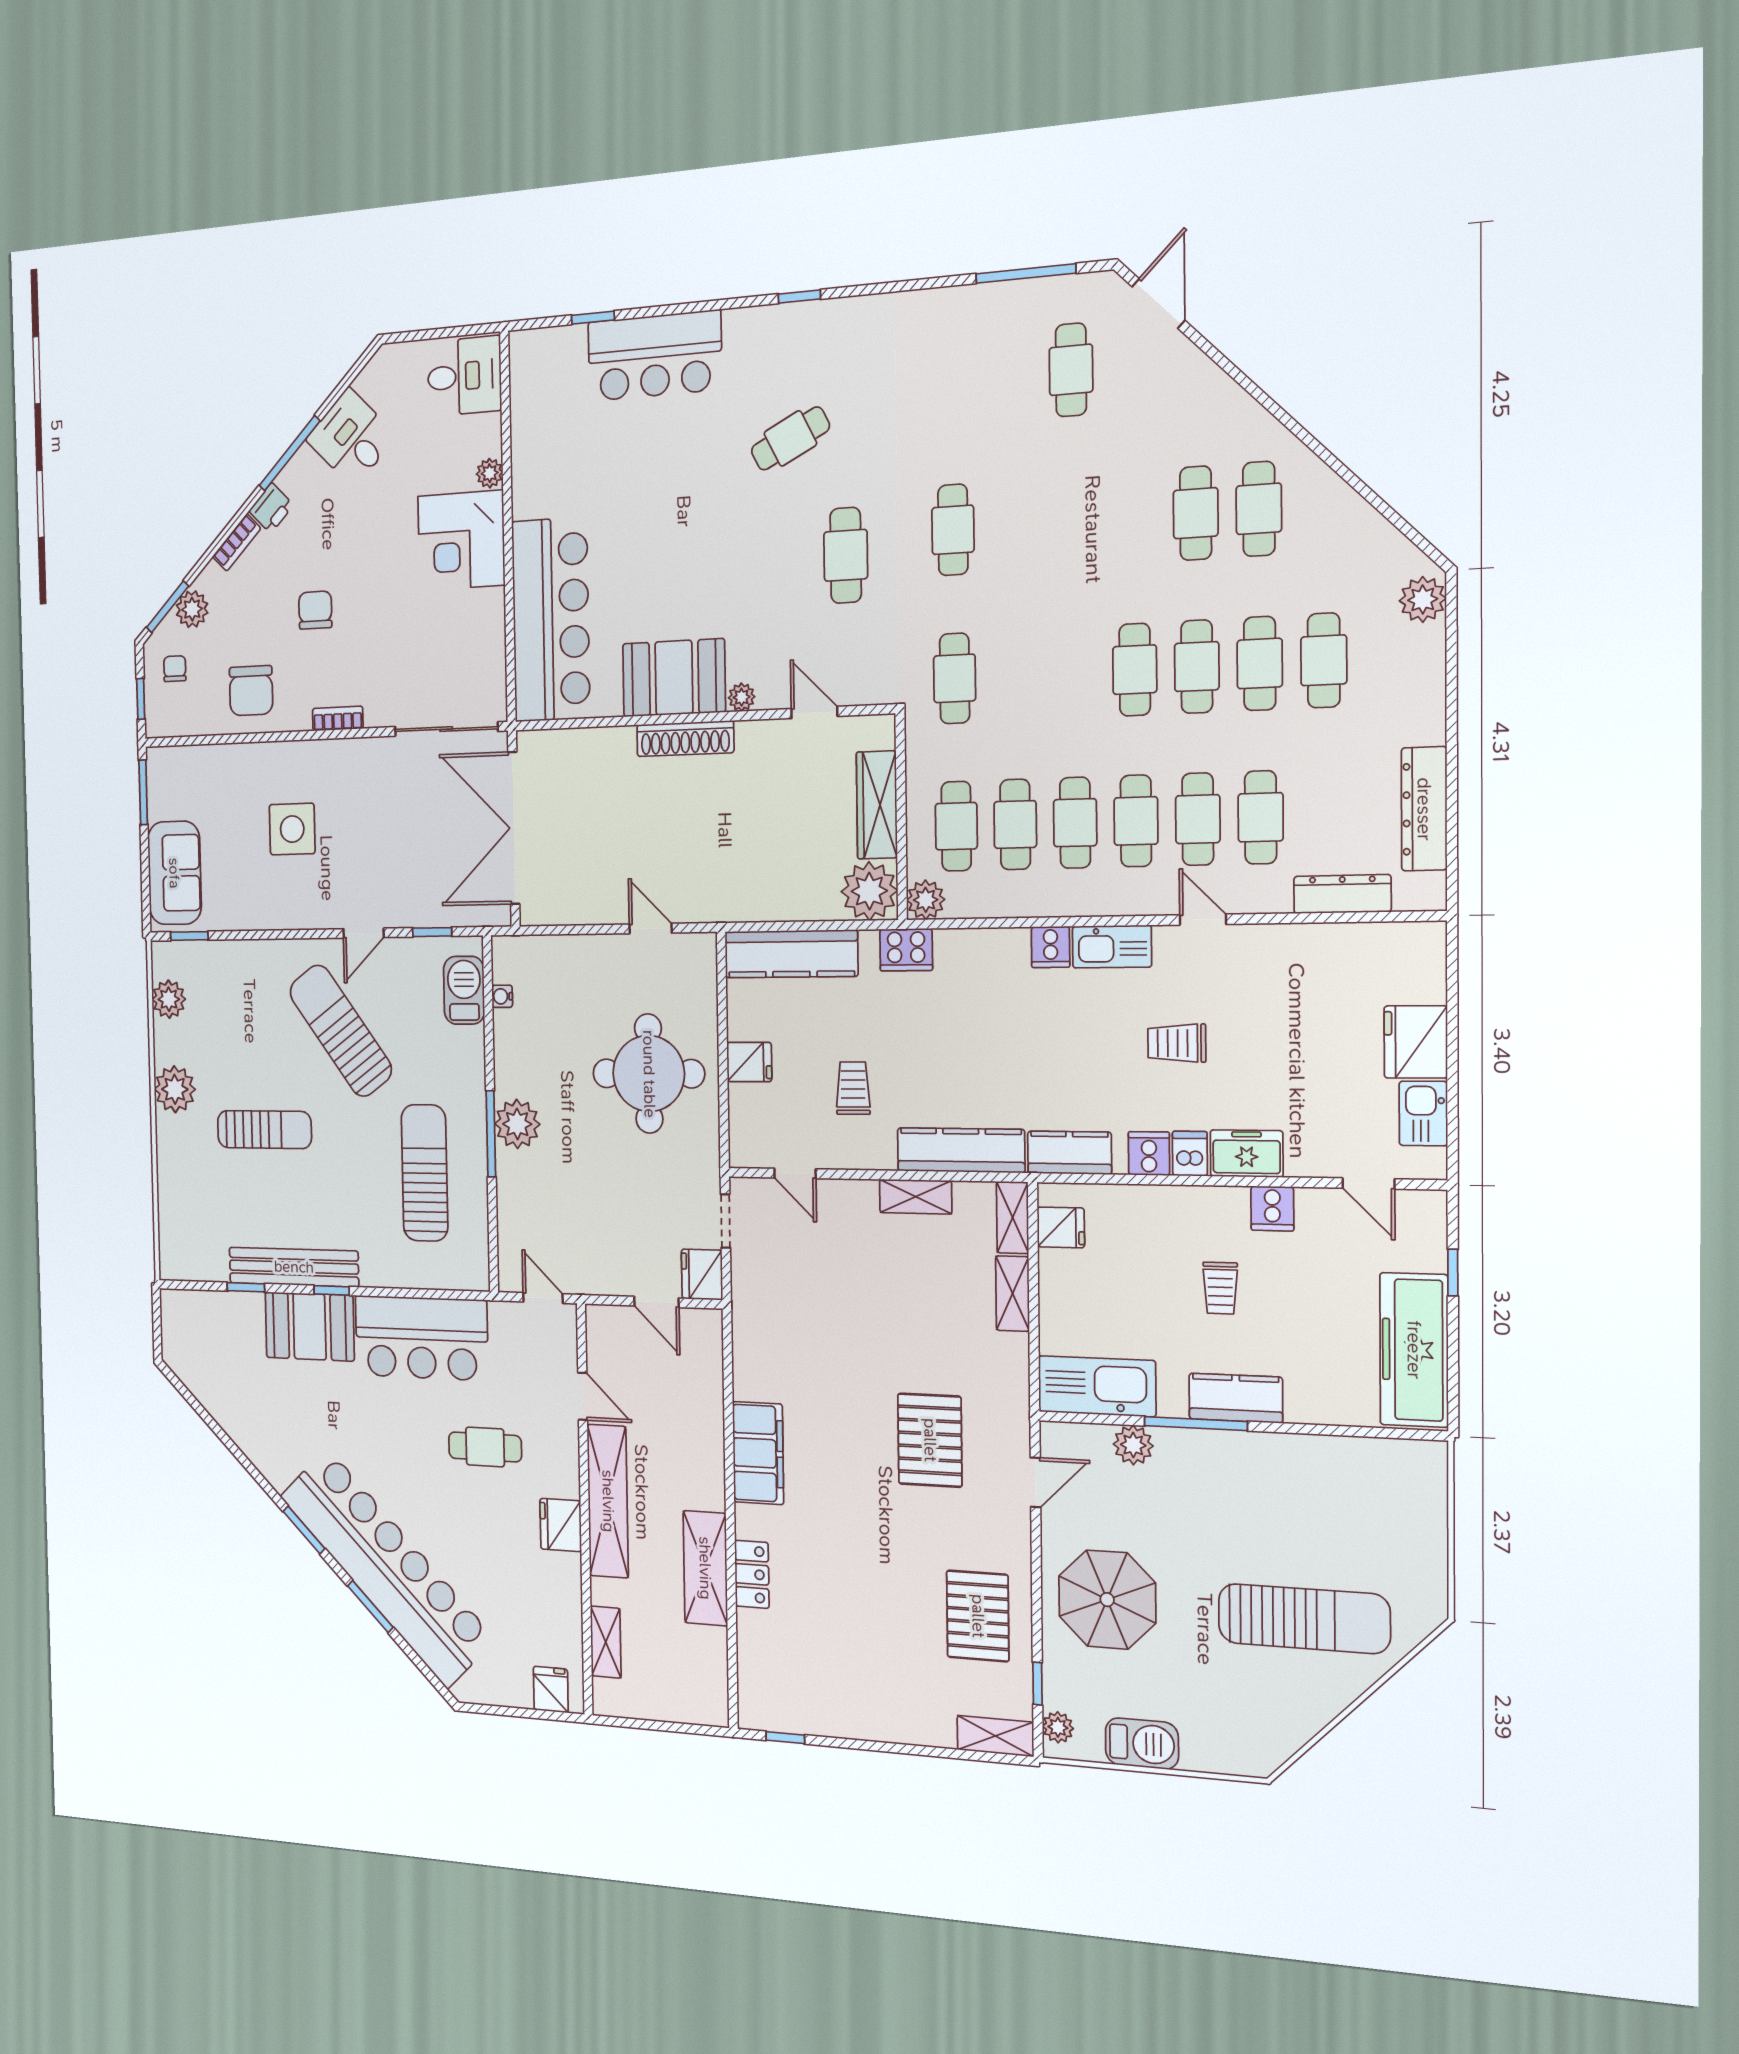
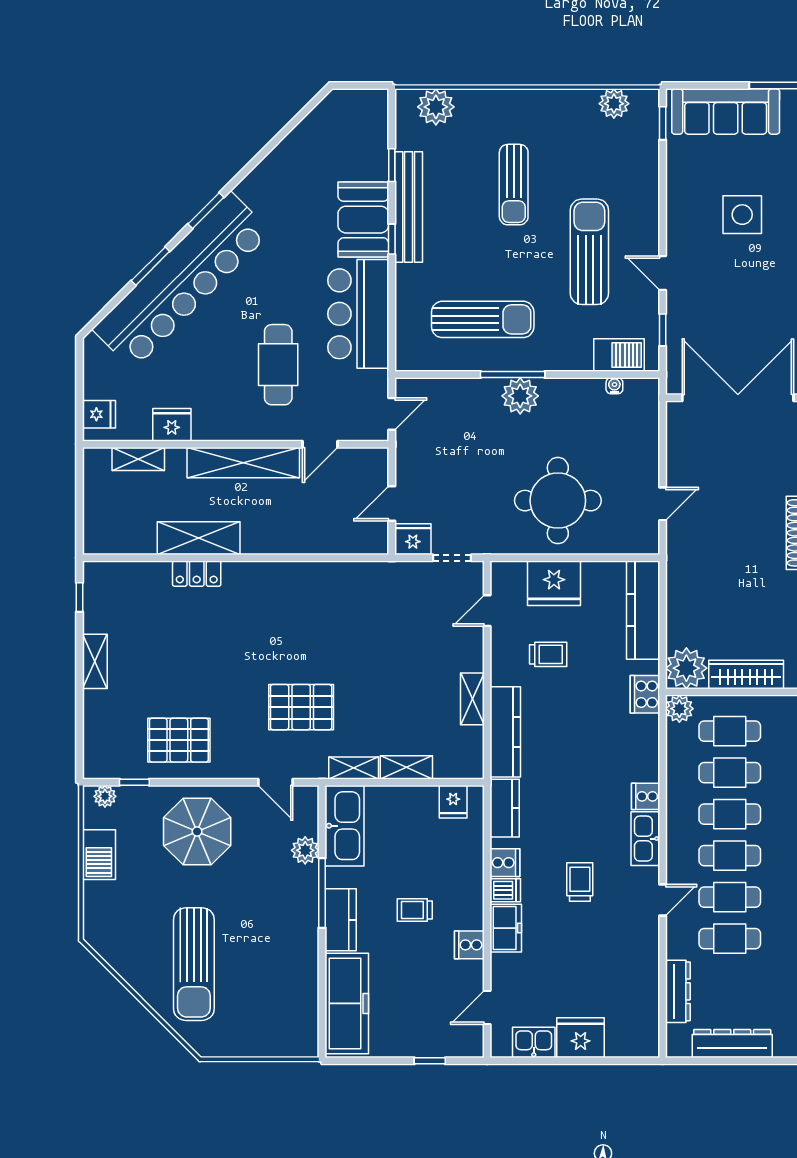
sofa: (174, 873) -> (726, 111), width x1.36
sun lounger: (341, 1031) -> (589, 252), turned -54
fridge: (749, 1062) -> (554, 583), width x1.88, depth x1.34
plant: (175, 1089) -> (436, 107), moved
shelving: (1013, 1218) -> (354, 768), moved
freezer: (1414, 1350) -> (347, 1003), moved, turned 90
cafe table: (485, 1447) -> (278, 365), width x1.37, depth x1.35
filing cabinet: (758, 1453) -> (285, 580), removed
fridge: (561, 1525) -> (172, 425), moved
shelving: (995, 1736) -> (95, 661), moved

